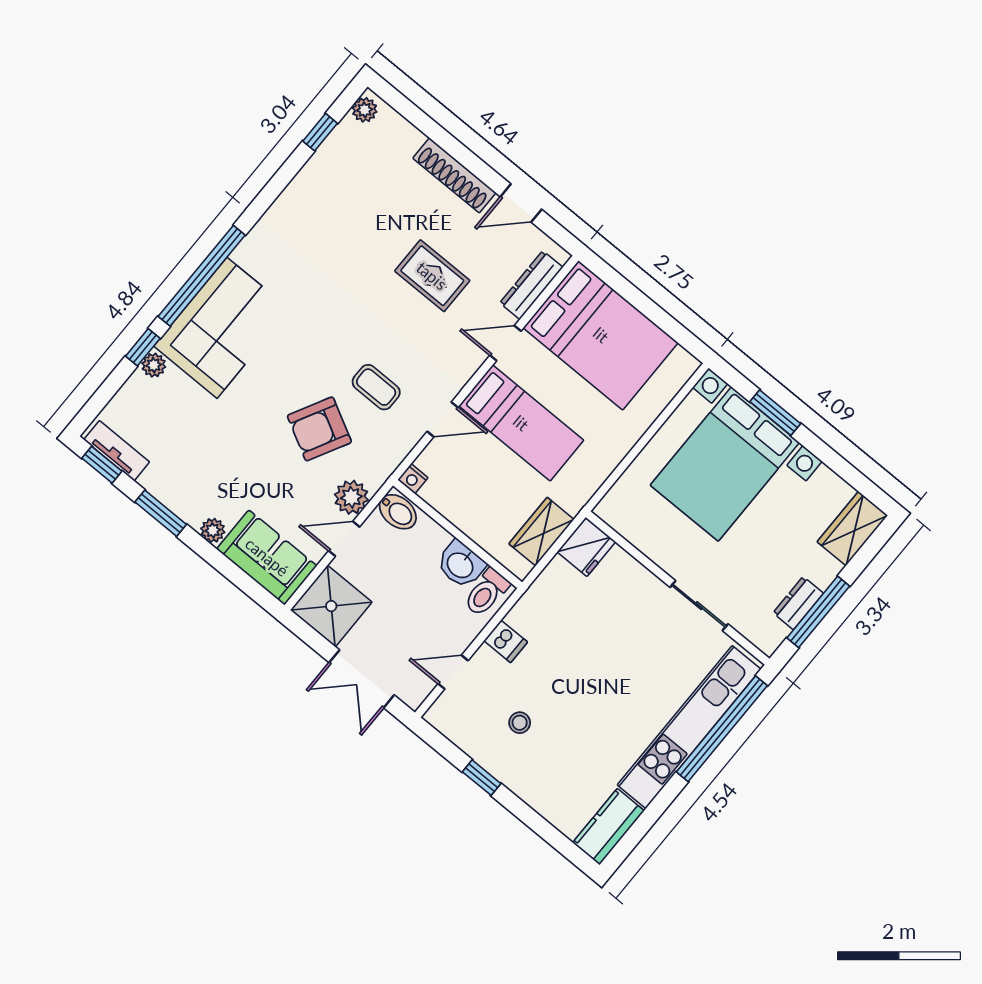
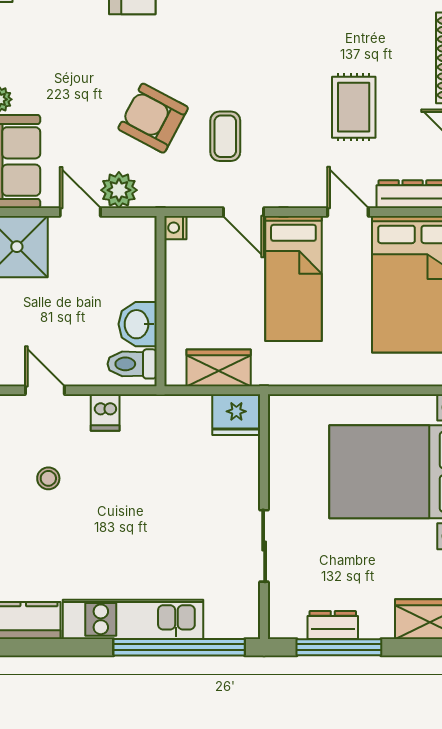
bidet: (398, 512) -> (138, 238), removed
kitchen unit: (689, 727) -> (133, 619), width x0.73

